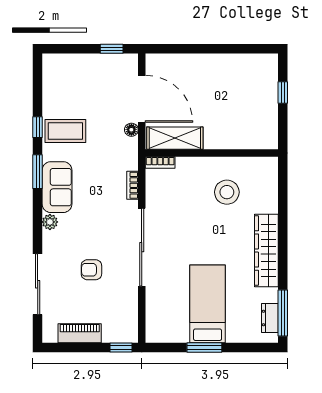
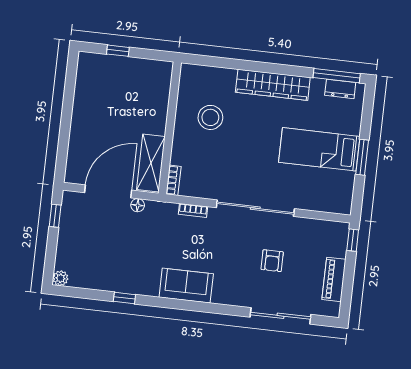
coffee table: (65, 131) -> (131, 271), removed
window: (38, 172) -> (169, 303), removed
plant: (50, 222) -> (60, 278), moved

